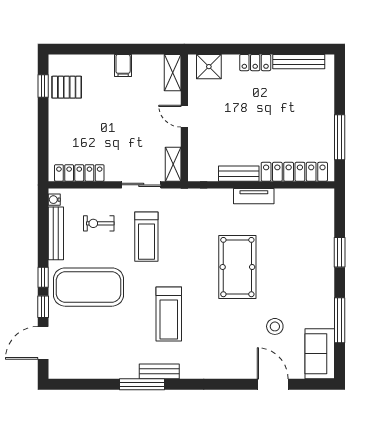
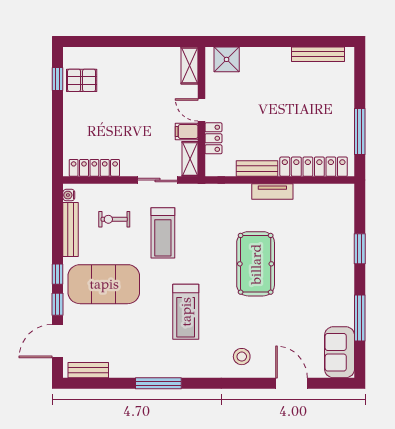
locker: (255, 63) -> (213, 138), moved, turned -90
filing cabinet: (123, 65) -> (187, 131), moved, turned 90
stool: (275, 326) -> (242, 357), moved
bench: (159, 371) -> (88, 370), moved

